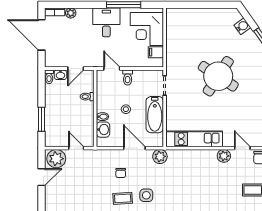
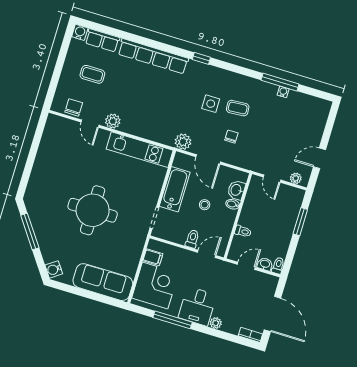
plant: (71, 13) -> (216, 323), moved
sofa: (191, 19) -> (103, 282), added
water cooler: (242, 26) -> (54, 269), moved
door: (112, 69) -> (207, 254), swing flipped
round table: (218, 76) -> (93, 210), turned -33
plant: (56, 159) -> (296, 178), width x0.53, depth x0.53

